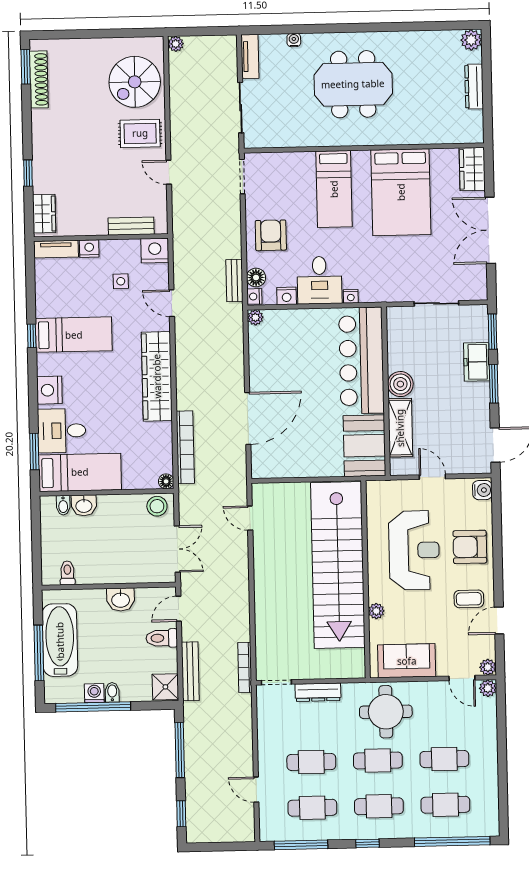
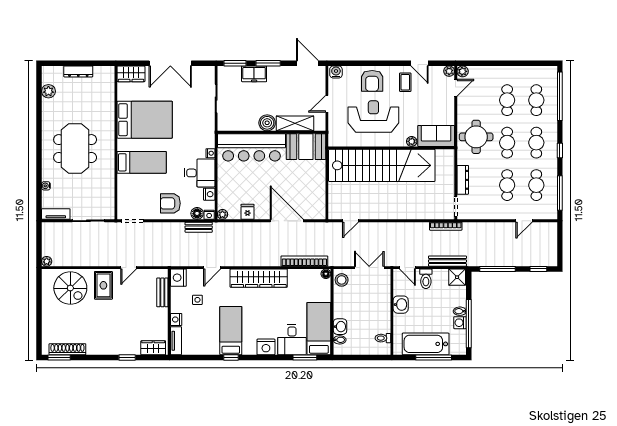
plant: (471, 40) -> (48, 91), moved
fridge: (260, 357) -> (248, 212), added
sofa: (407, 661) -> (436, 136), moved, turned 90

